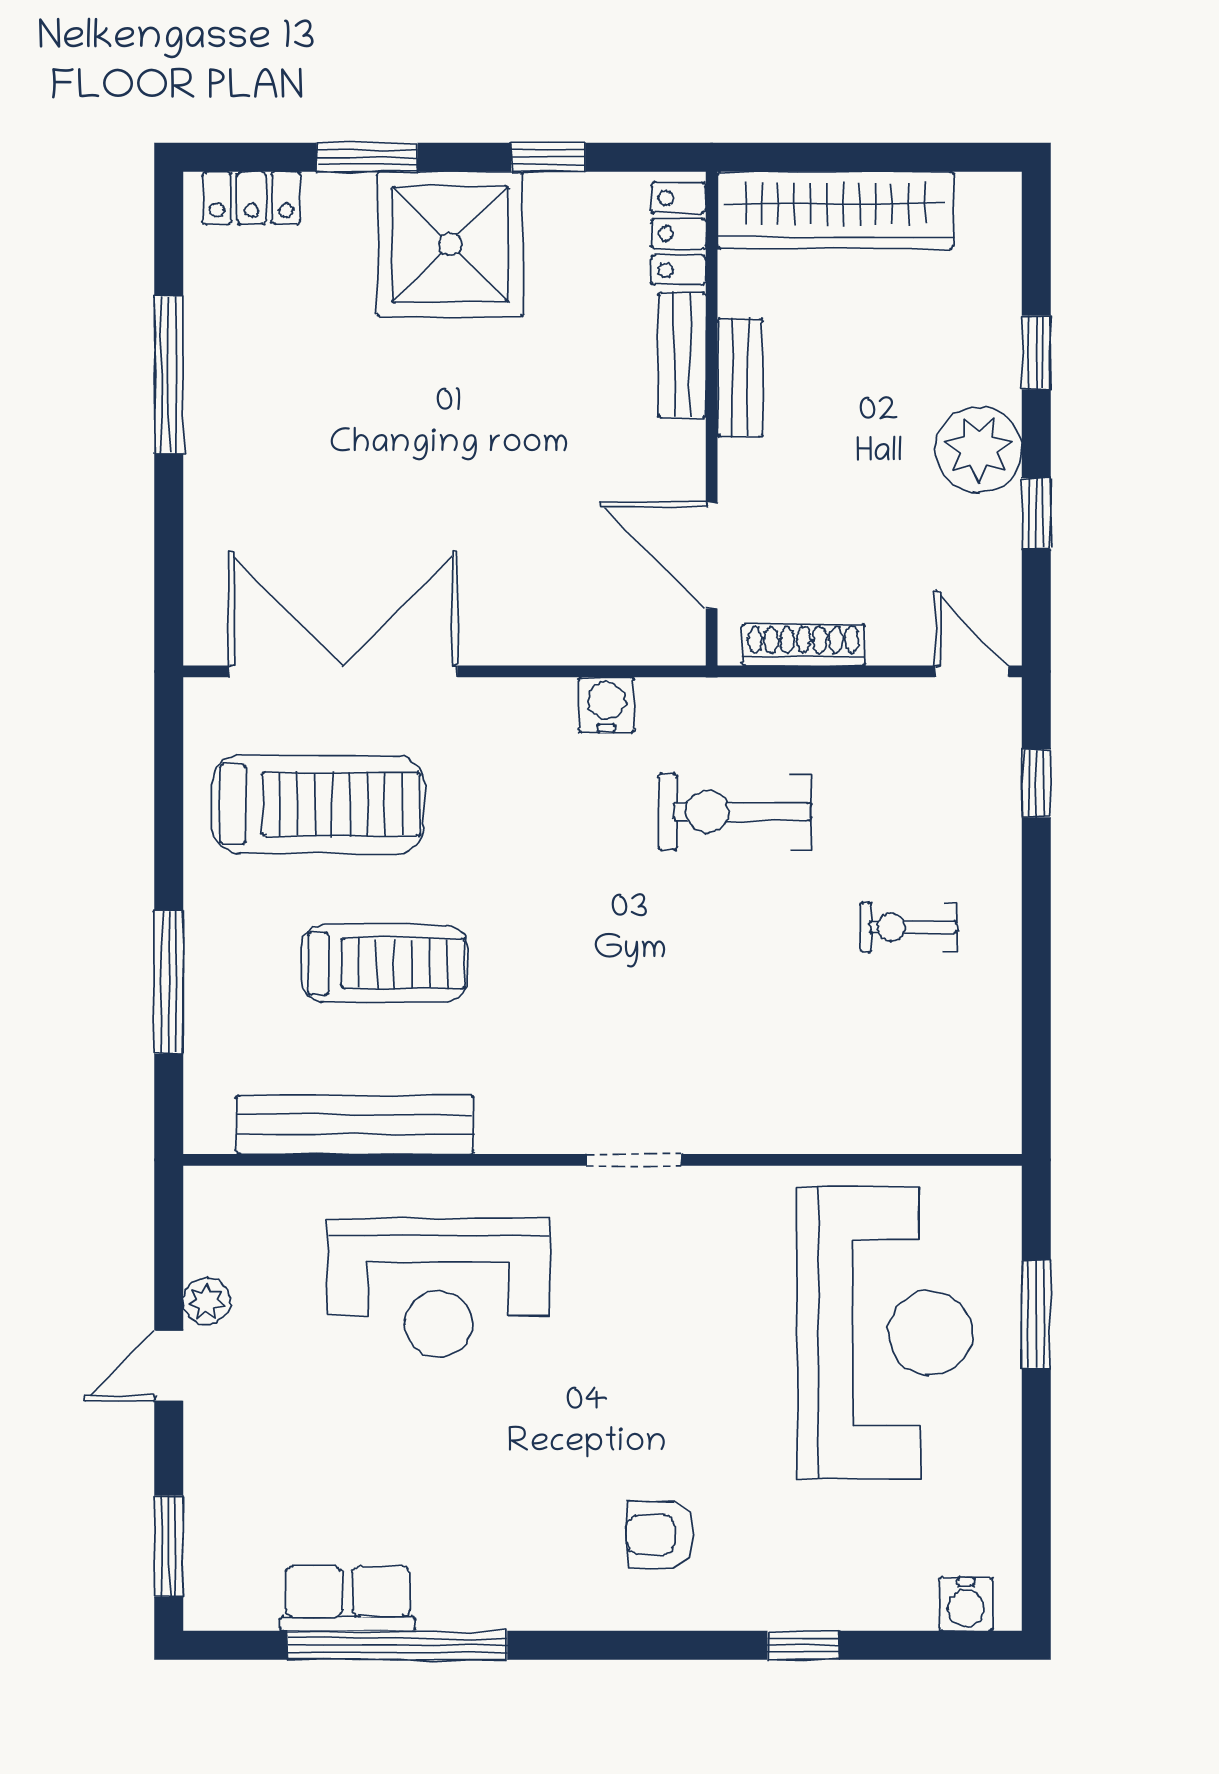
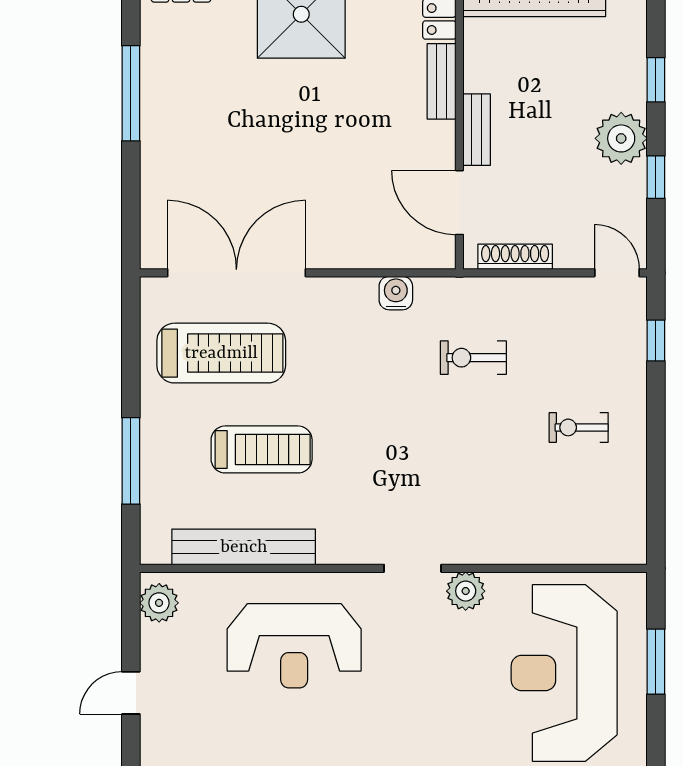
bench: (740, 378) -> (477, 130), moved
exercise bike: (735, 812) -> (473, 358), width x0.73, depth x0.72
plant: (722, 1197) -> (466, 591), added
plant: (206, 1301) -> (159, 603), moved, width x1.38, depth x1.38
reception desk: (885, 1333) -> (564, 673), turned 180

